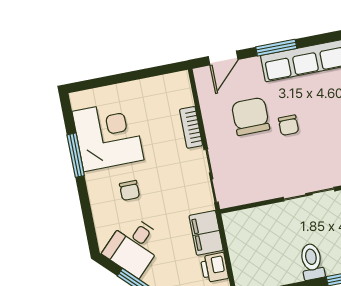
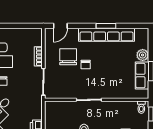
window: (276, 48) -> (106, 26), moved
filing cabinet: (206, 233) -> (36, 109), removed

